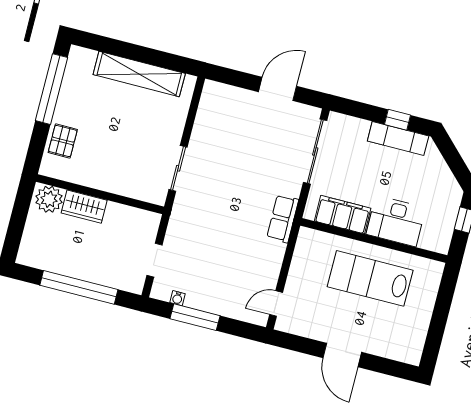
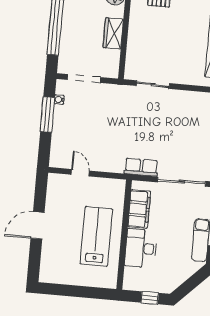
wardrobe: (84, 207) -> (113, 33), moved
row of seats: (283, 219) -> (141, 167), moved
doorway: (154, 260) -> (84, 78), width x1.38
door: (276, 303) -> (80, 173), moved

